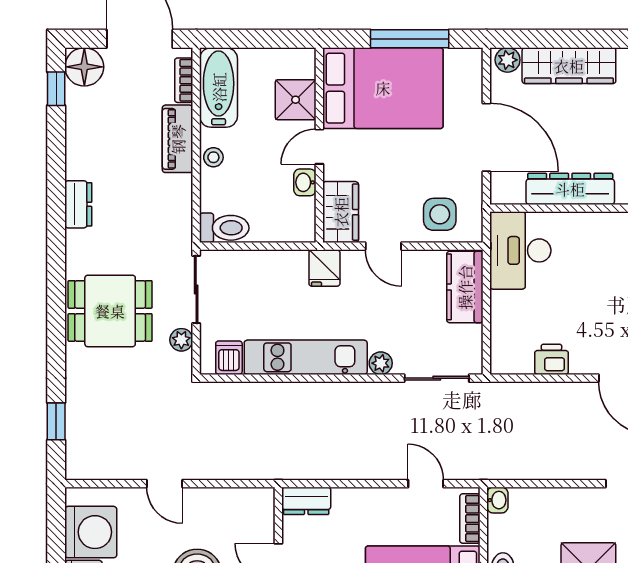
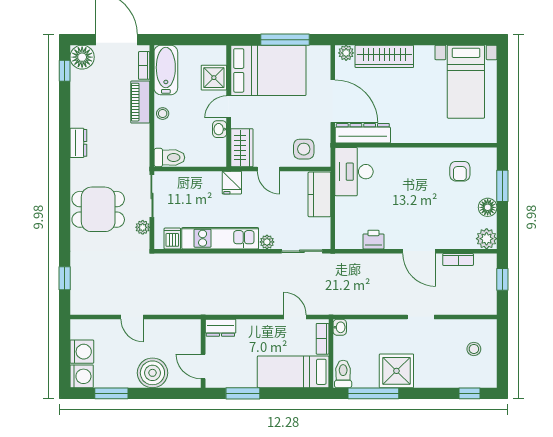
dresser: (570, 189) -> (363, 133), moved
washing machine: (91, 532) -> (82, 352), width x0.73, depth x0.73

